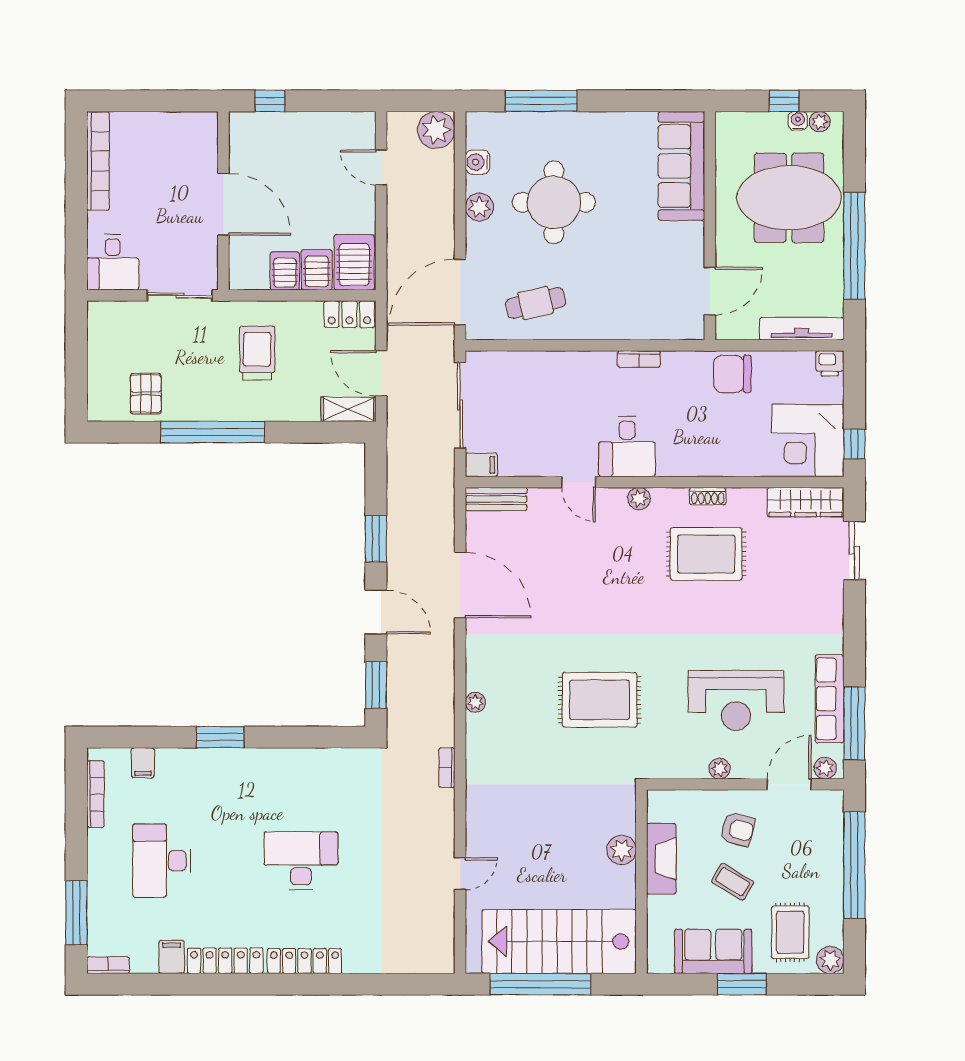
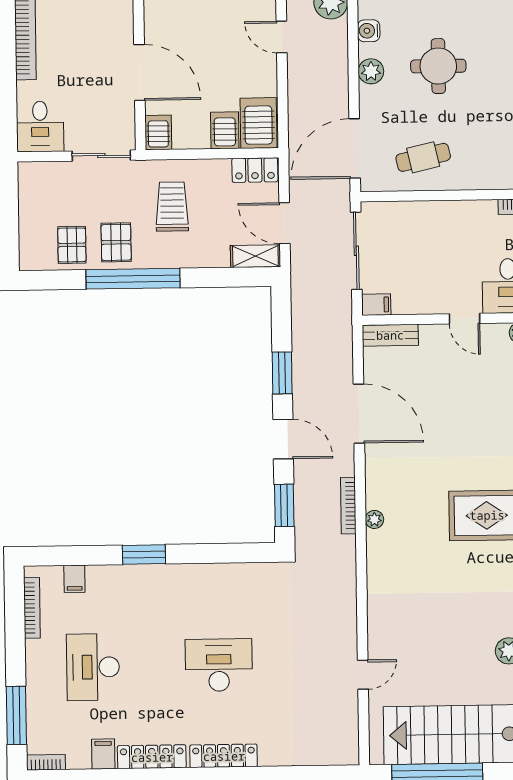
round table: (554, 202) -> (438, 66), width x0.73, depth x0.73
server rack: (285, 271) -> (158, 132), moved
pallet: (195, 392) -> (116, 242), added
bookcase: (447, 768) -> (348, 506), moved, width x1.56

